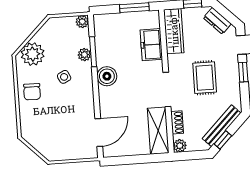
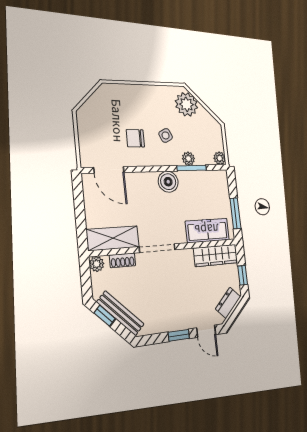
freezer: (151, 45) -> (207, 230), width x1.40
rug: (205, 78) -> (171, 291), removed
chair: (32, 92) -> (135, 138), moved

